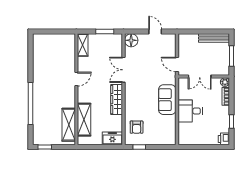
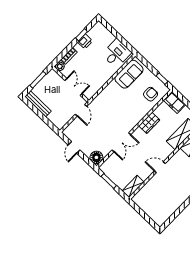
wardrobe: (117, 100) -> (149, 123), width x0.67
sofa: (167, 100) -> (129, 74), moved
desk: (190, 111) -> (116, 53), moved, turned -90
printer: (224, 139) -> (85, 42), moved

